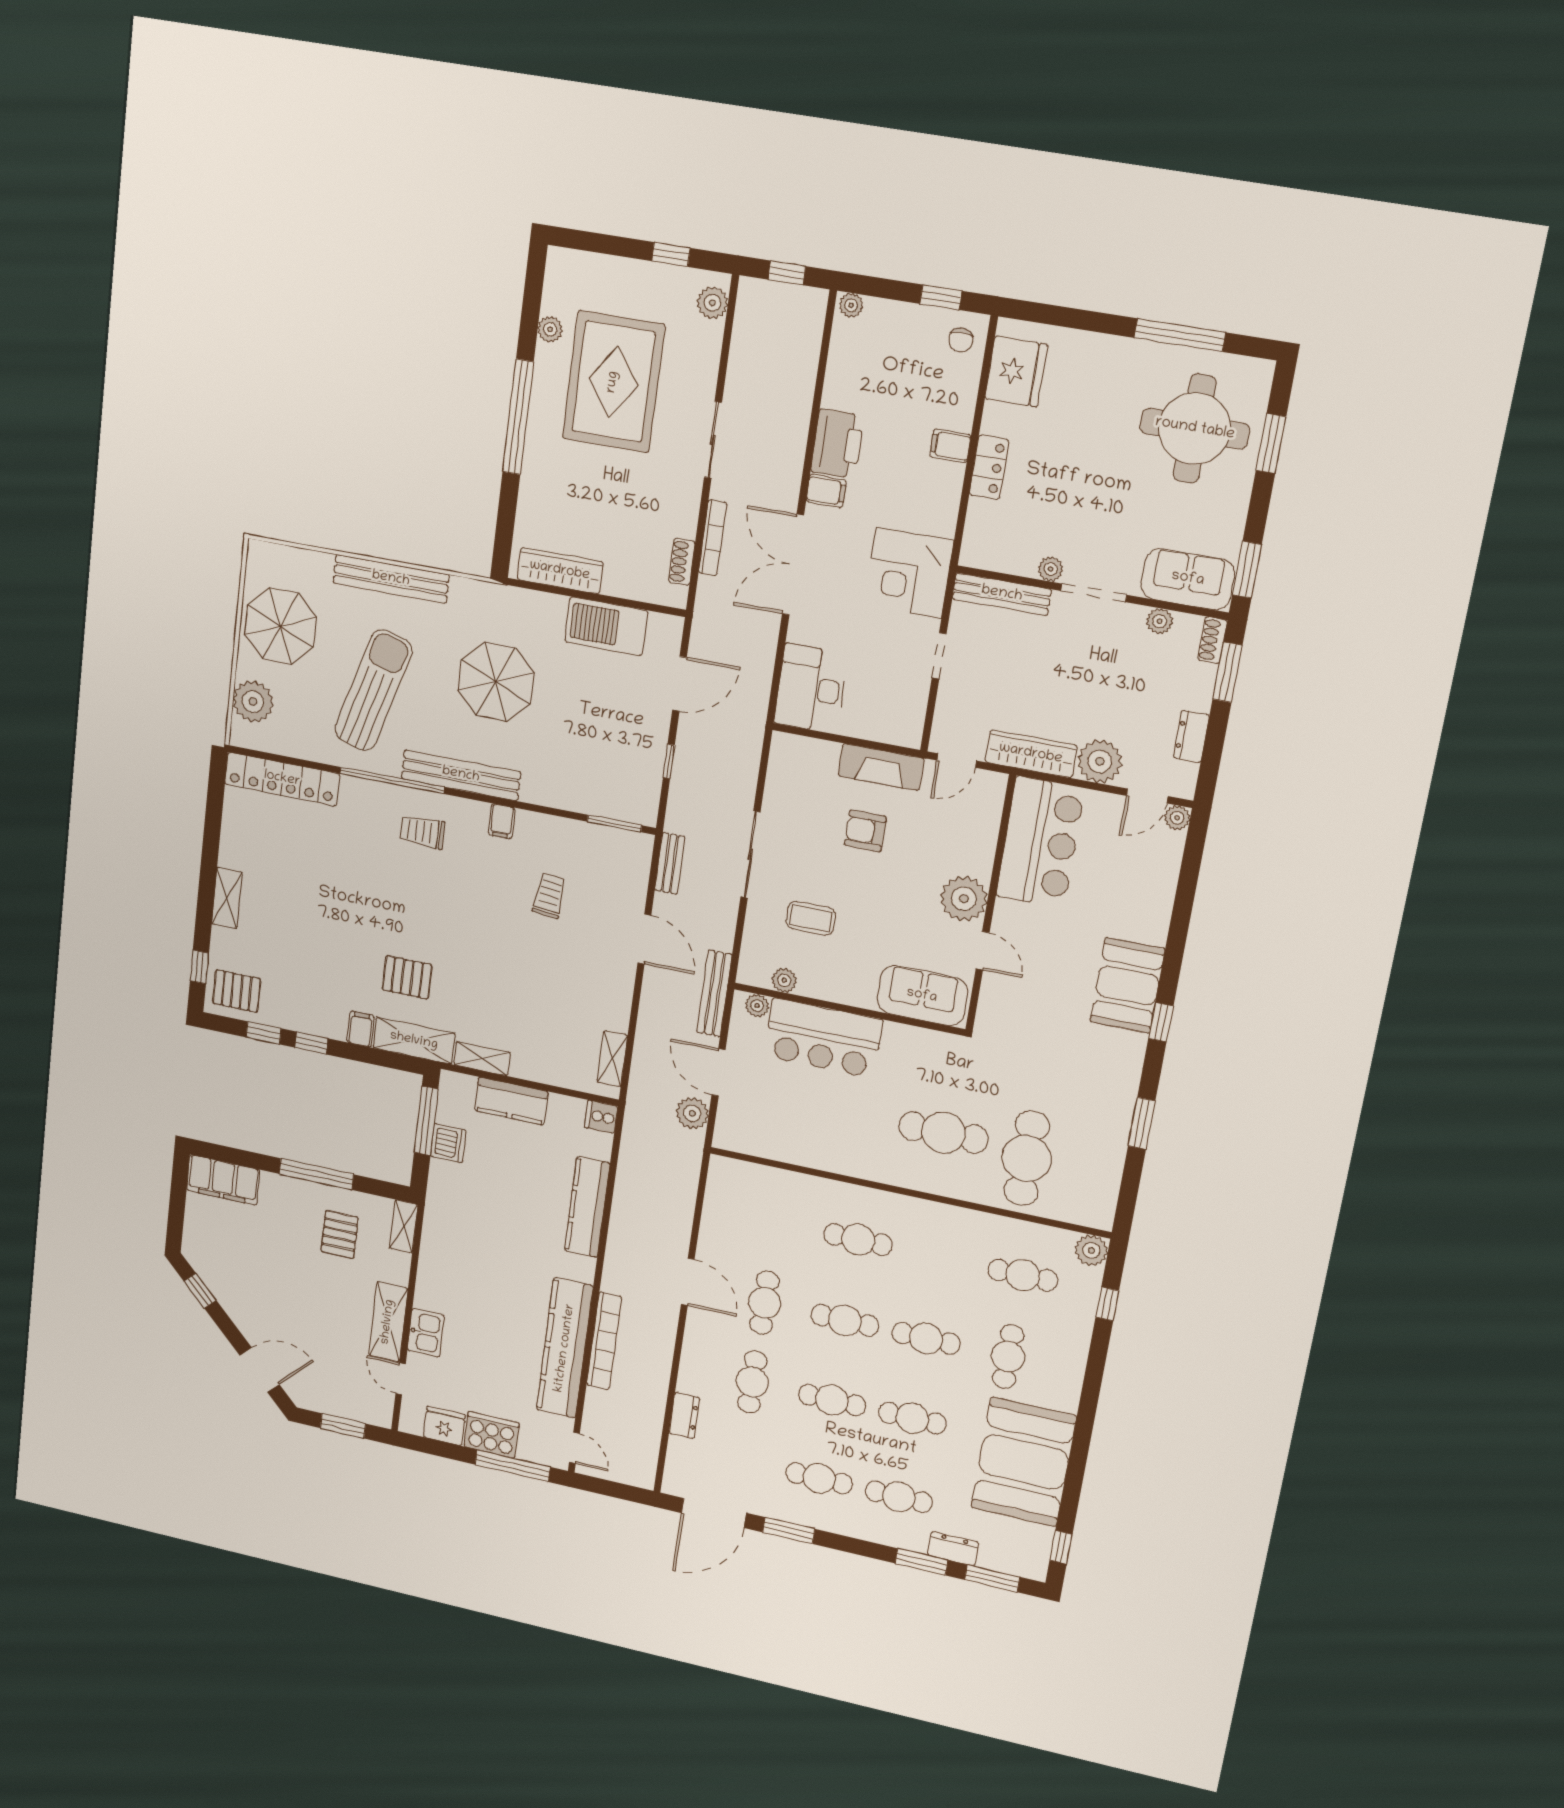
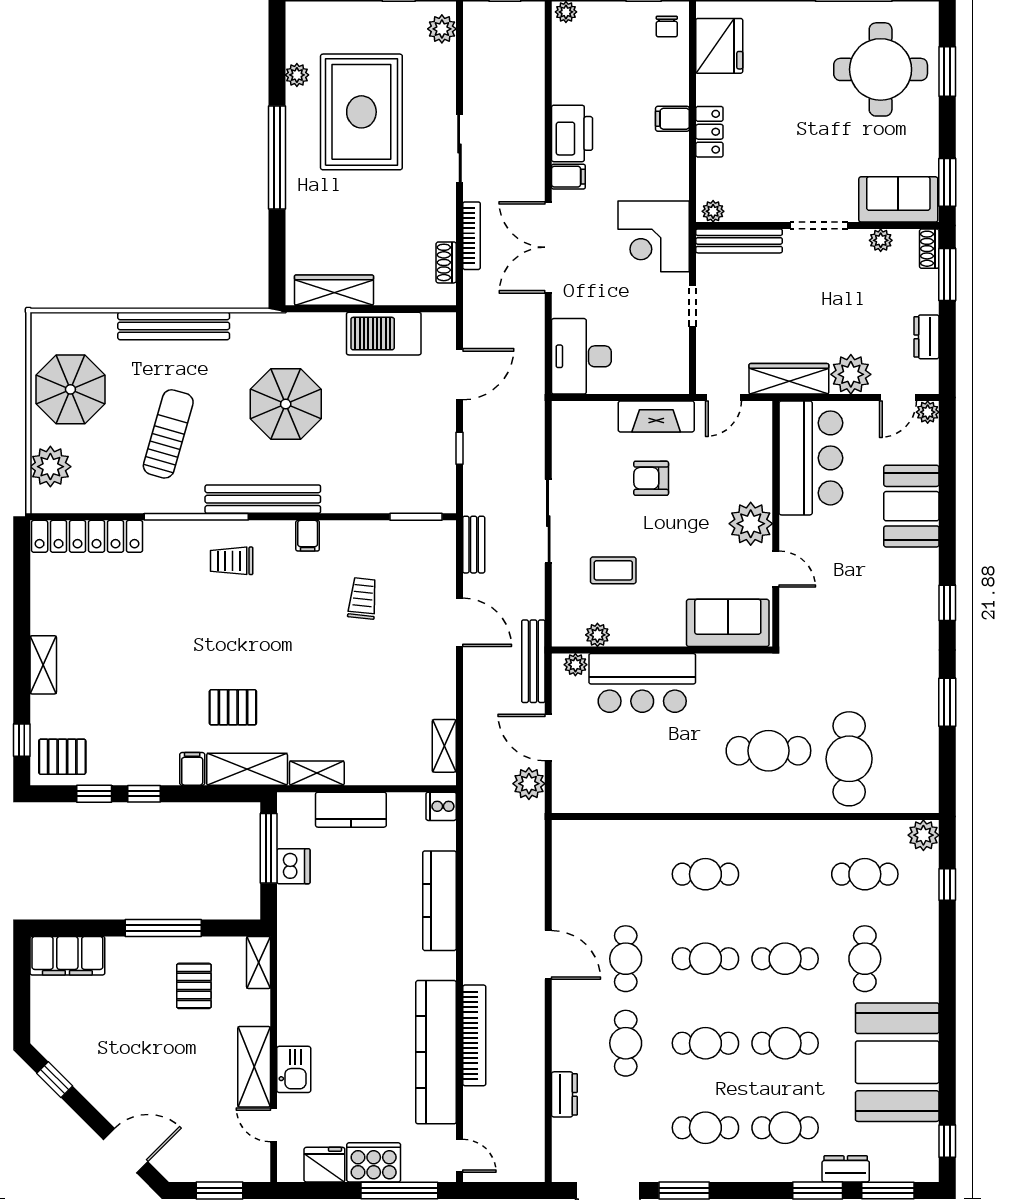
plant: (1051, 569) -> (713, 211), moved
sun lounger: (373, 690) -> (168, 434), width x0.73, depth x0.75
booth: (1127, 985) -> (911, 506), moved

